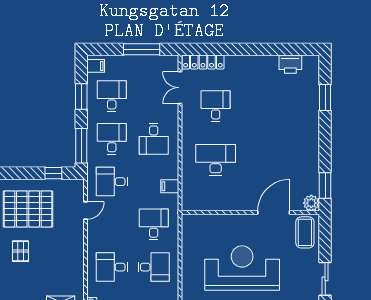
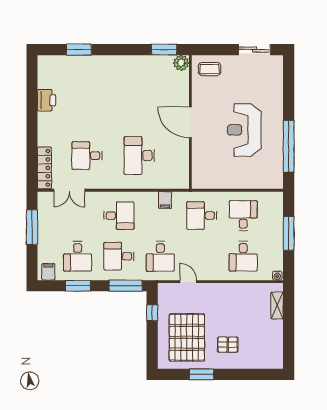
printer: (290, 64) -> (46, 100), moved
desk: (112, 96) -> (77, 256), turned -90
door: (274, 213) -> (190, 122), moved
coffee table: (305, 232) -> (210, 69), width x0.73, depth x0.77
reception desk: (242, 268) -> (244, 130), width x0.74, depth x0.77

